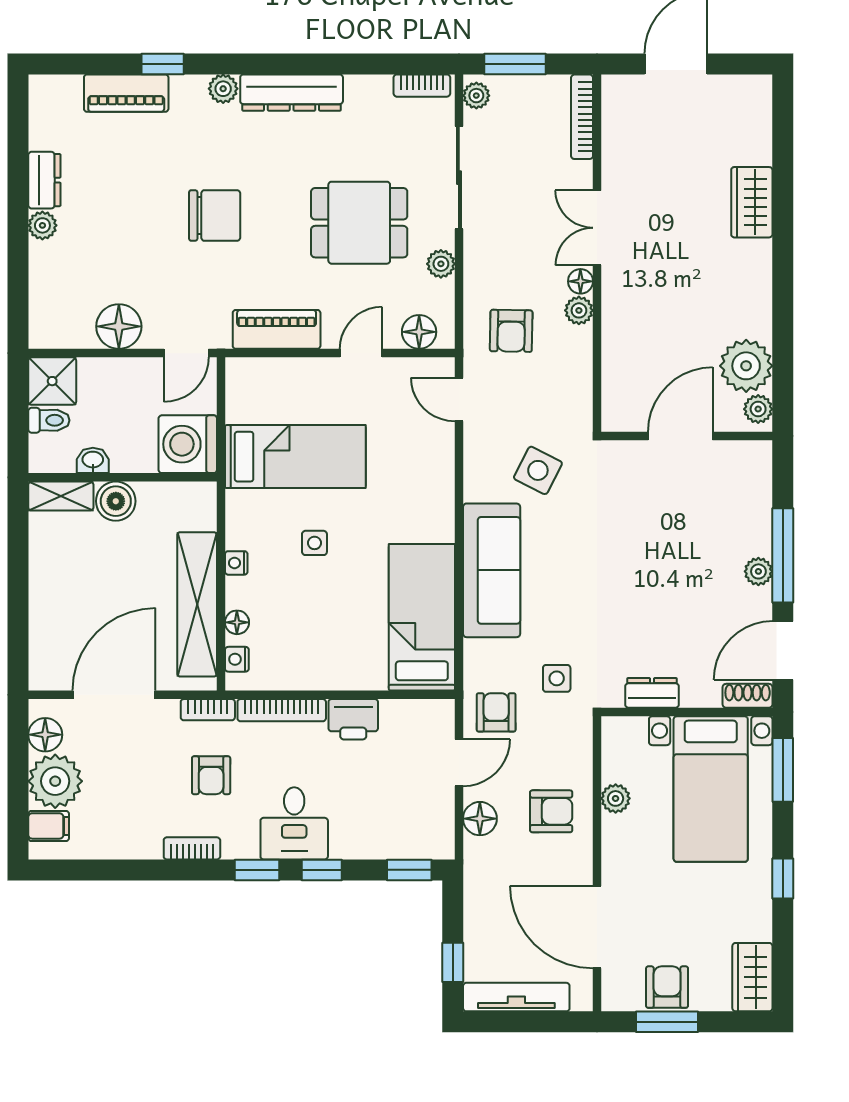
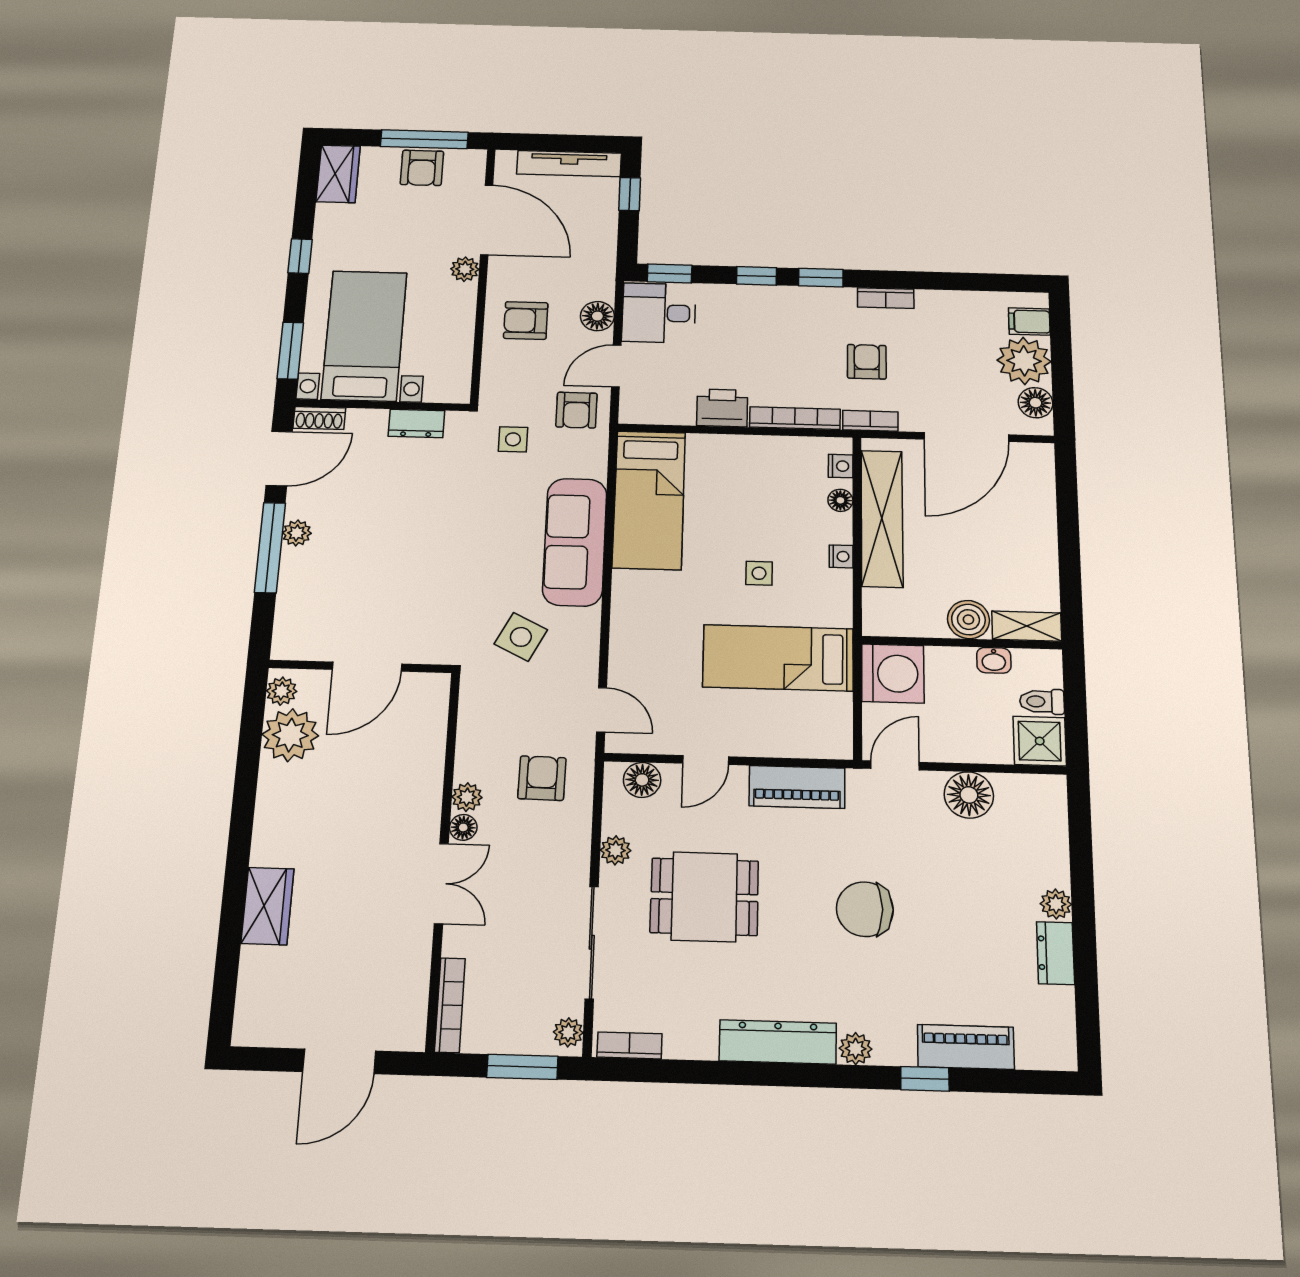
plant: (616, 798) -> (465, 269), moved
desk: (294, 823) -> (659, 313), moved, turned -90
window: (667, 1022) -> (424, 139), width x1.44

